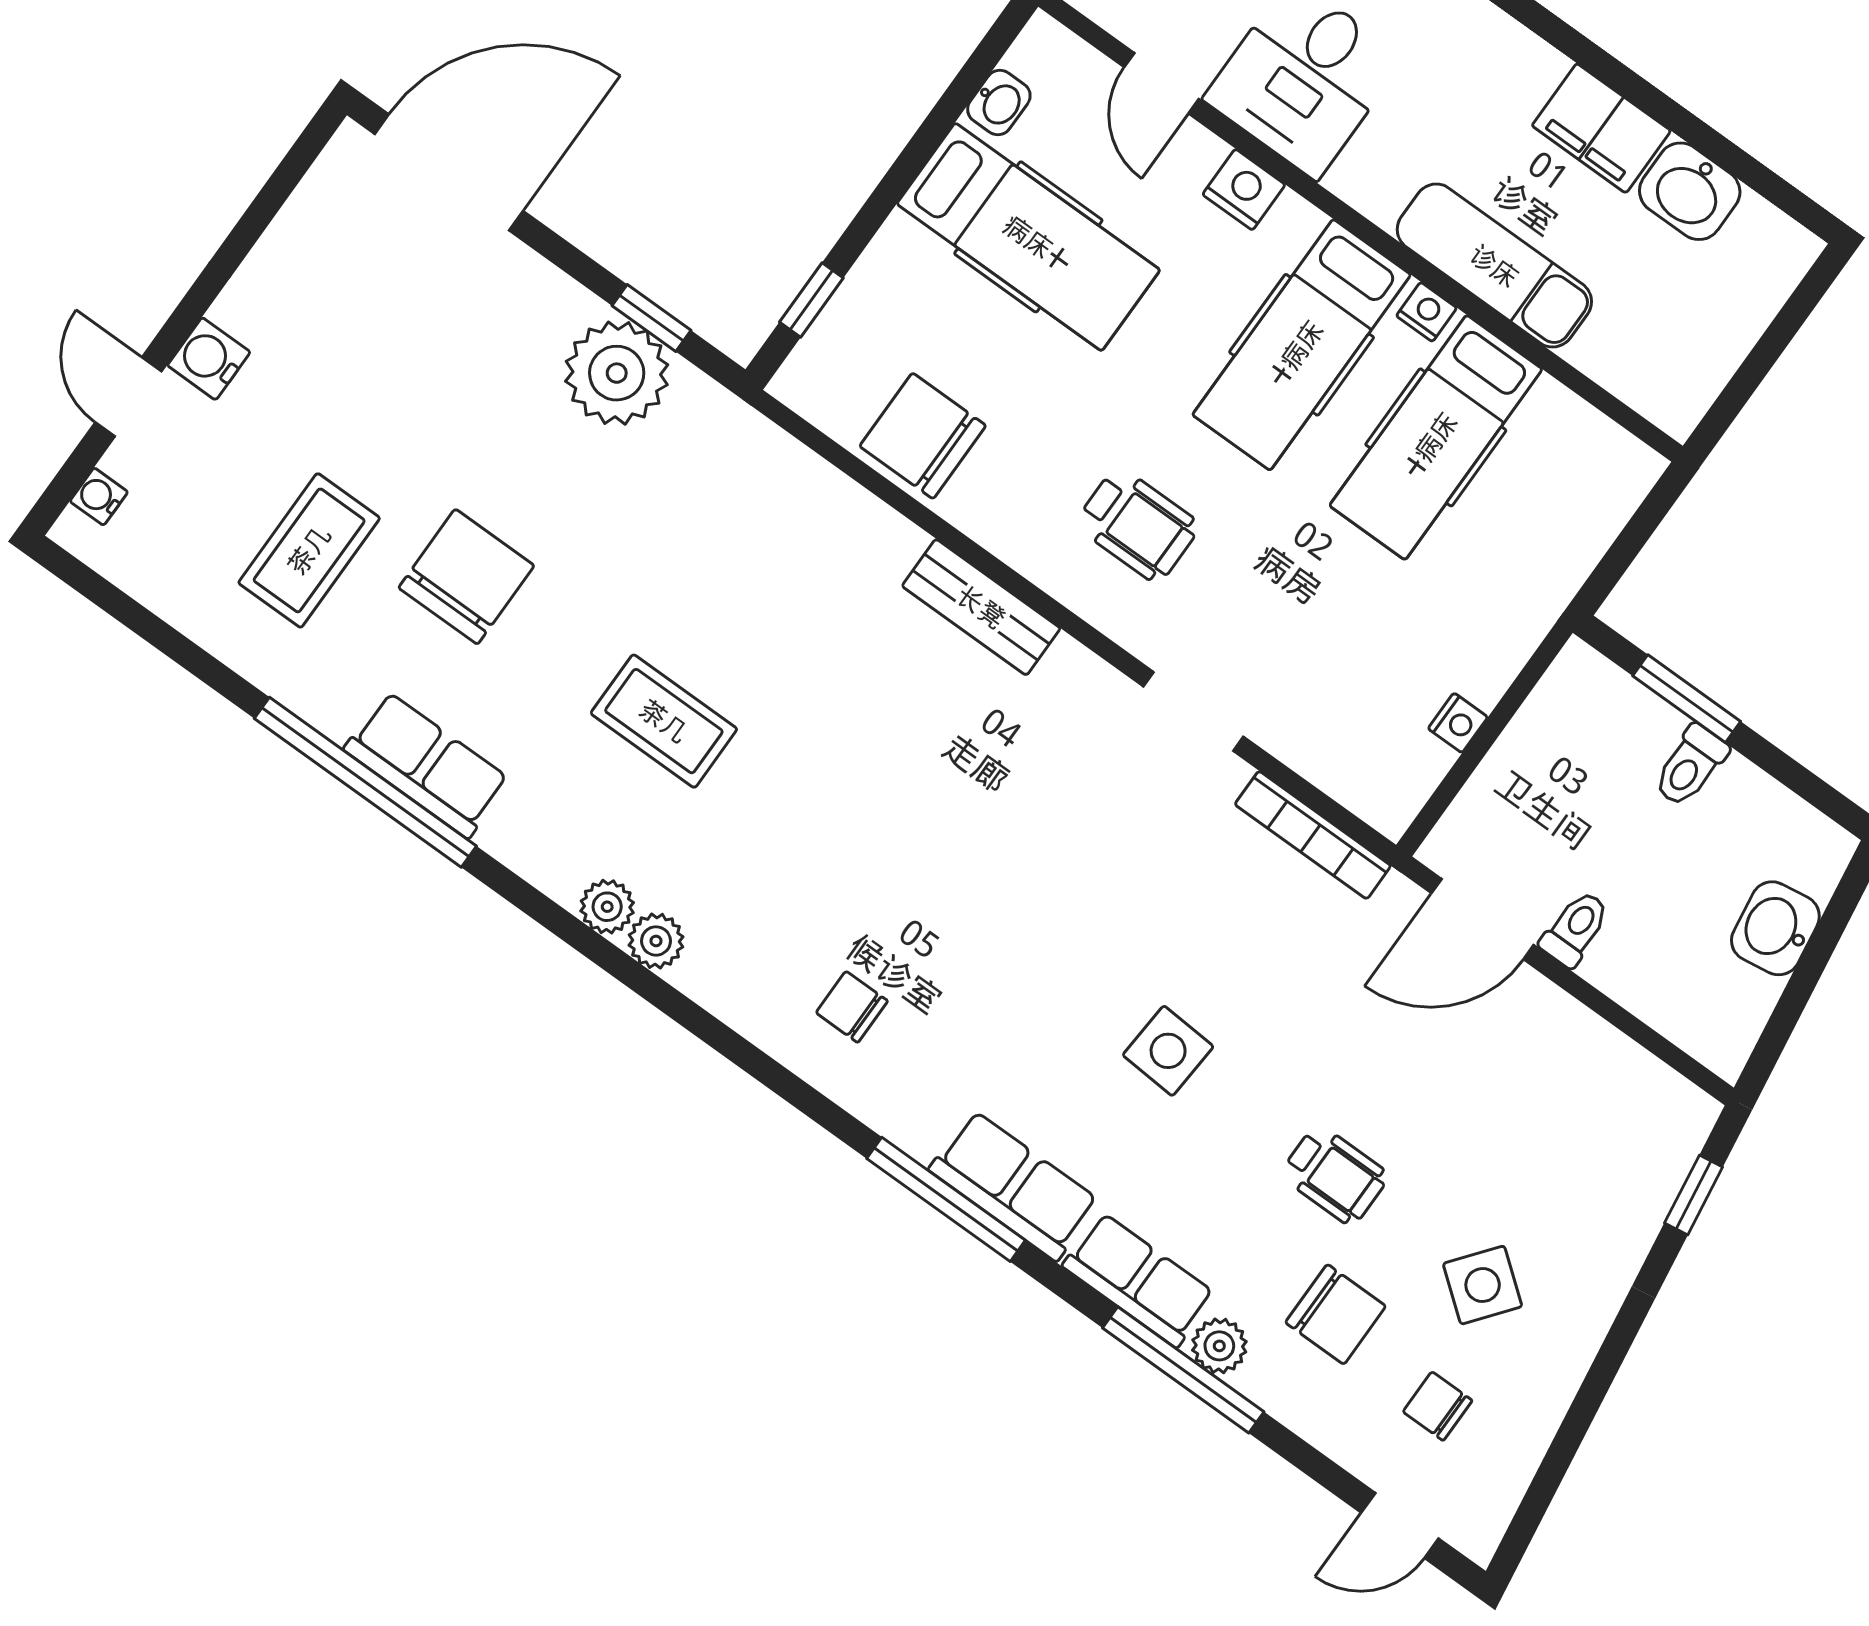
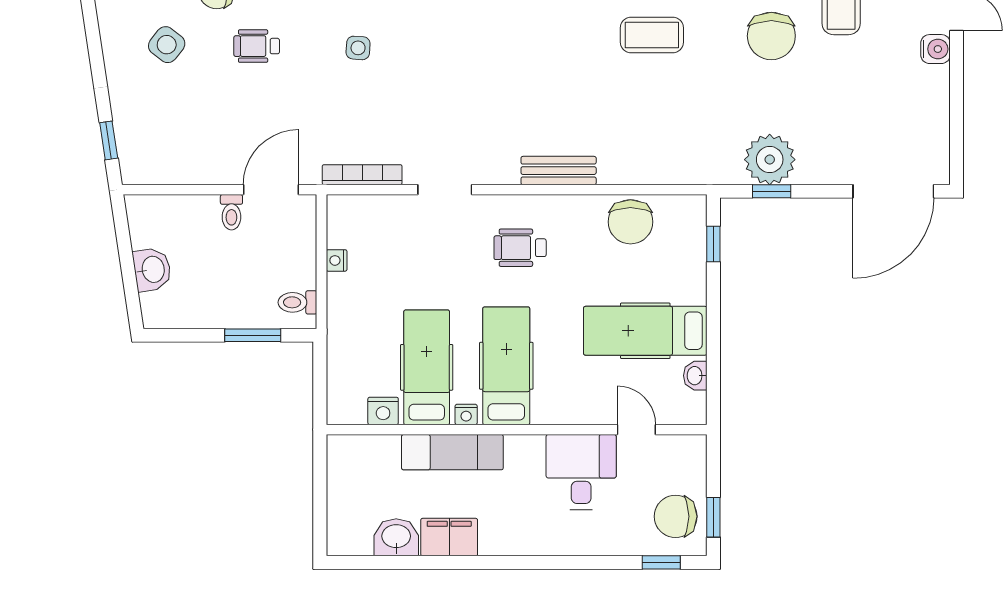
nightstand: (1244, 190) -> (383, 411), moved
chair: (923, 436) -> (630, 222), turned 90
toilet: (1690, 766) -> (297, 302), moved, turned -90
side table: (1168, 1051) -> (358, 48), width x0.73, depth x0.73

